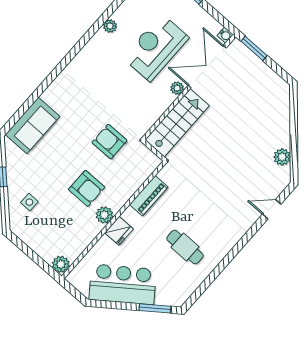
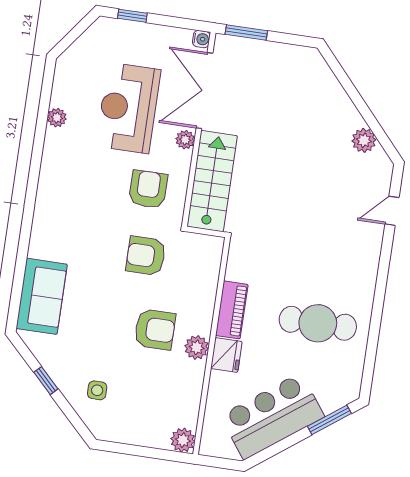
armchair: (136, 103) -> (148, 189), added
piano: (149, 196) -> (232, 310), moved
cafe table: (185, 247) -> (318, 323), width x1.37, depth x1.35

